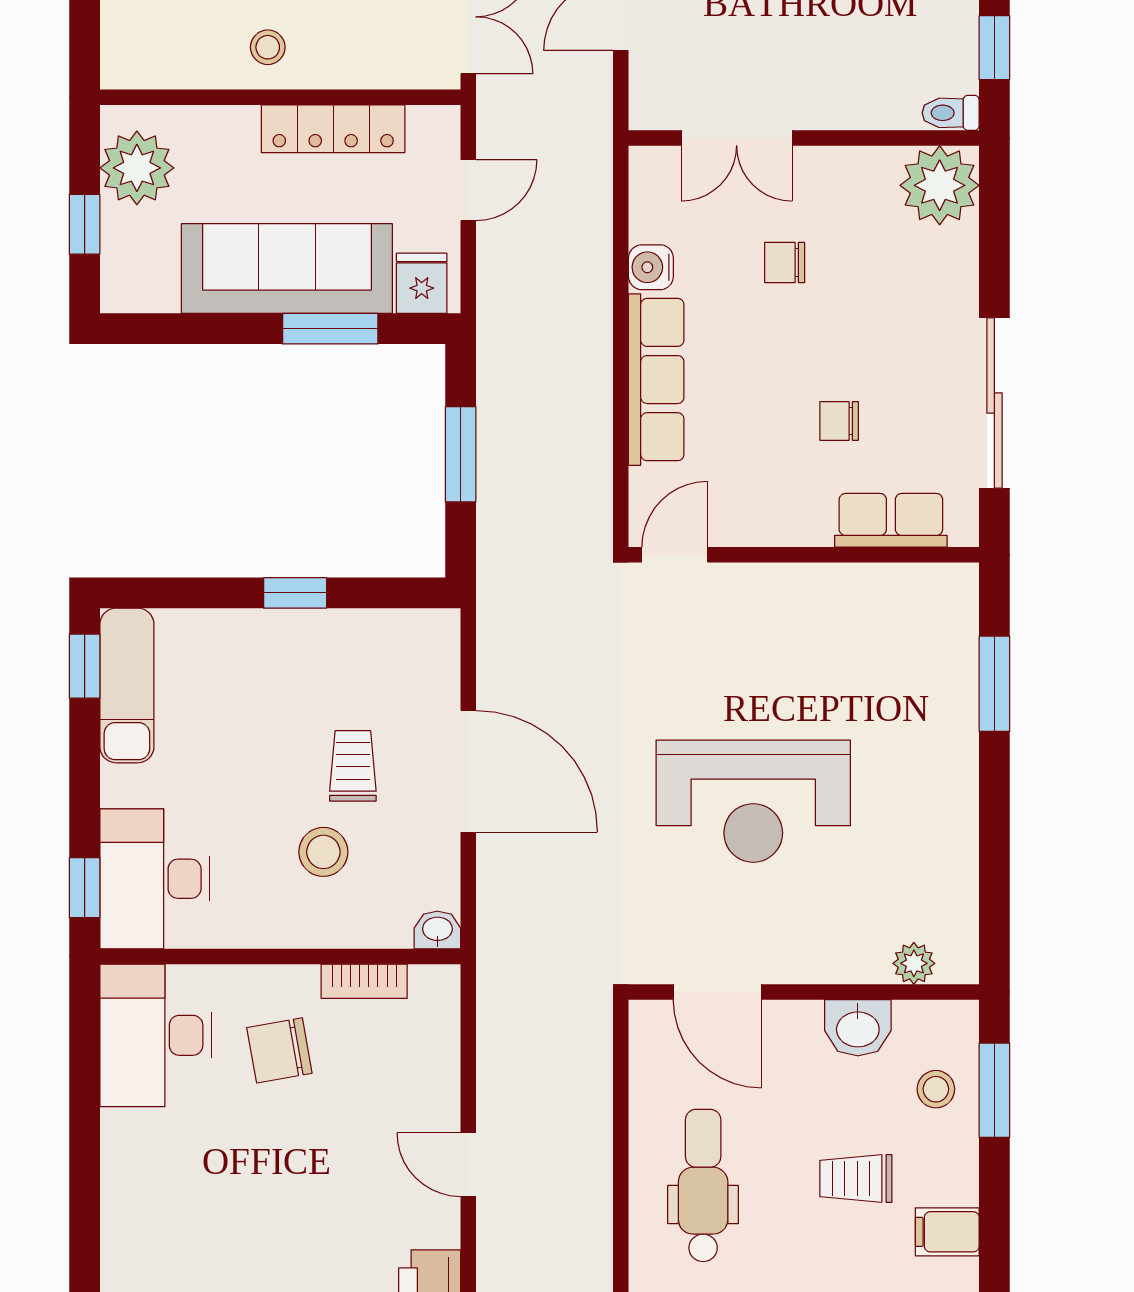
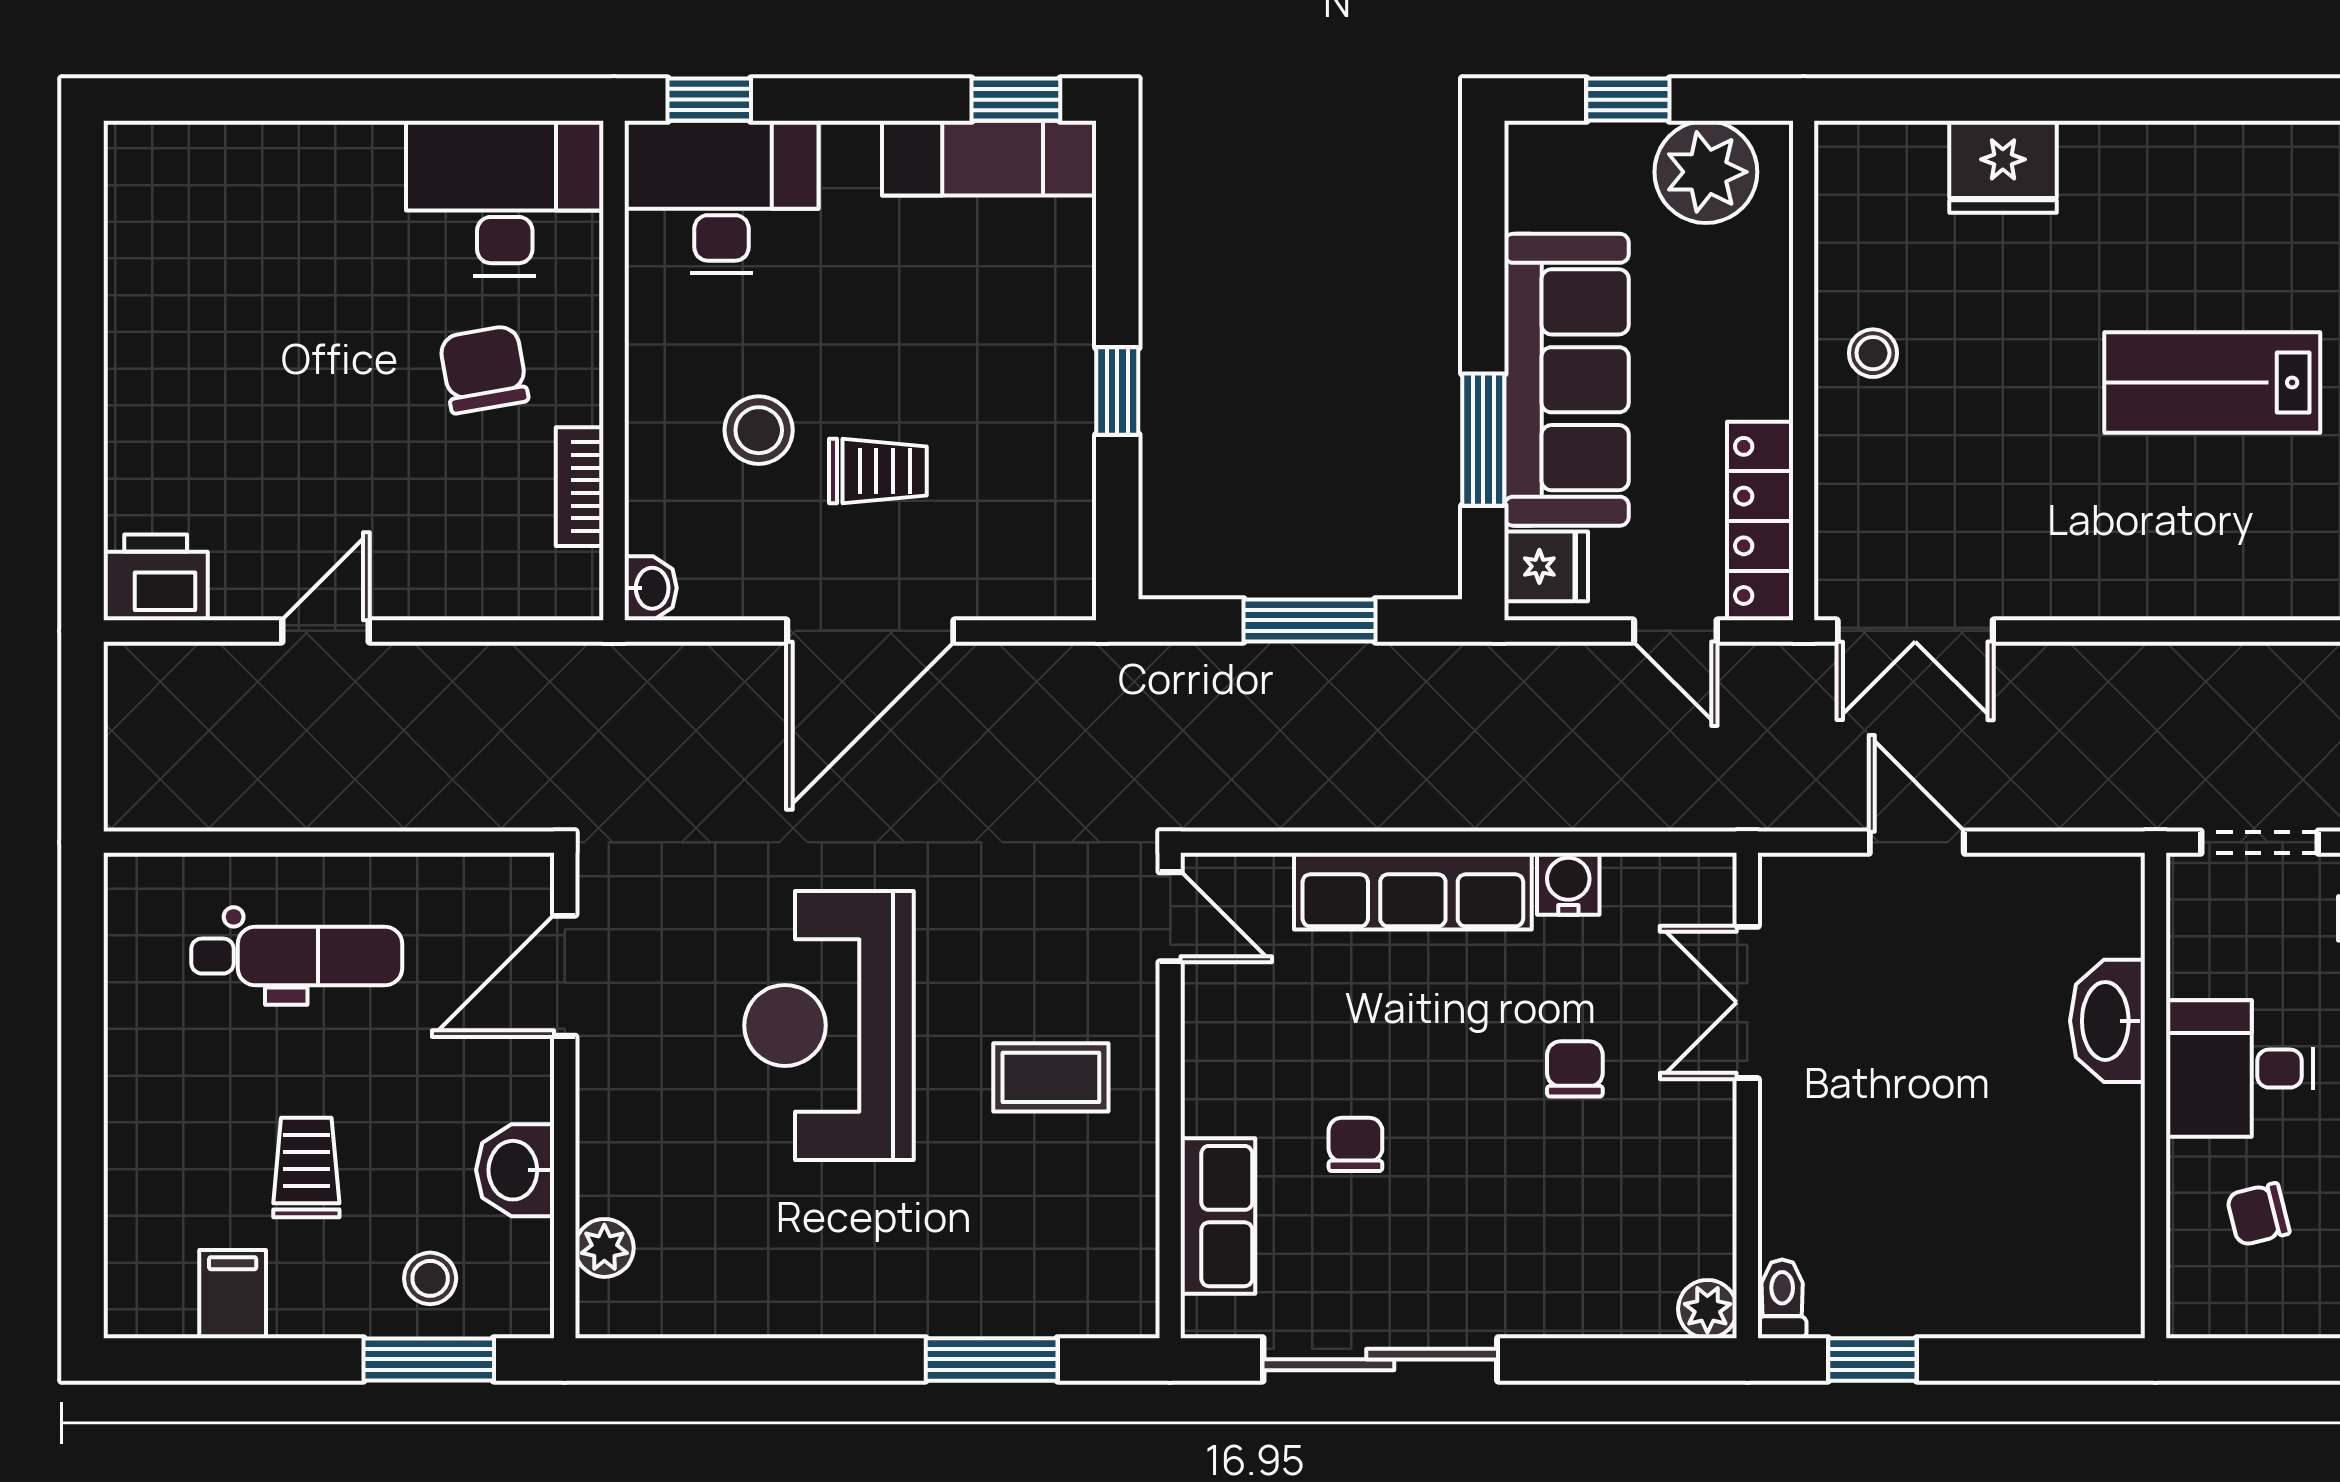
locker: (333, 129) -> (1760, 521), moved
plant: (940, 185) -> (1707, 1309), width x0.53, depth x0.53
coffee table: (791, 641) -> (1051, 1077), added

